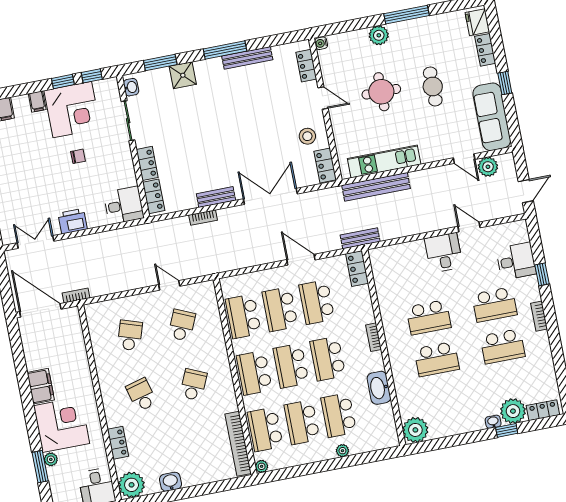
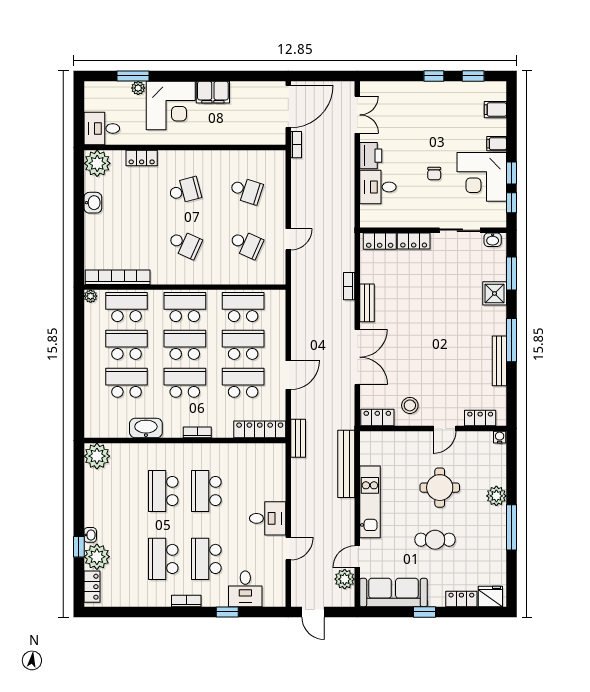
kitchen unit: (384, 161) -> (370, 502), moved
desk: (124, 205) -> (378, 187), moved, turned 90
locker: (357, 269) -> (260, 429), width x1.53
plant: (342, 451) -> (90, 380), removed

